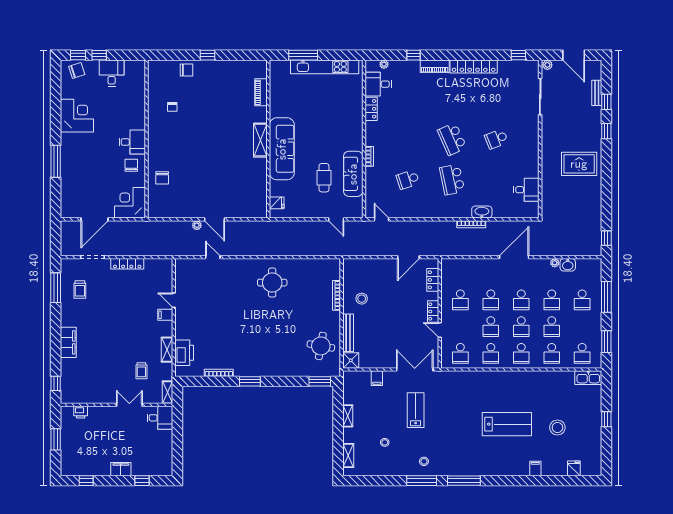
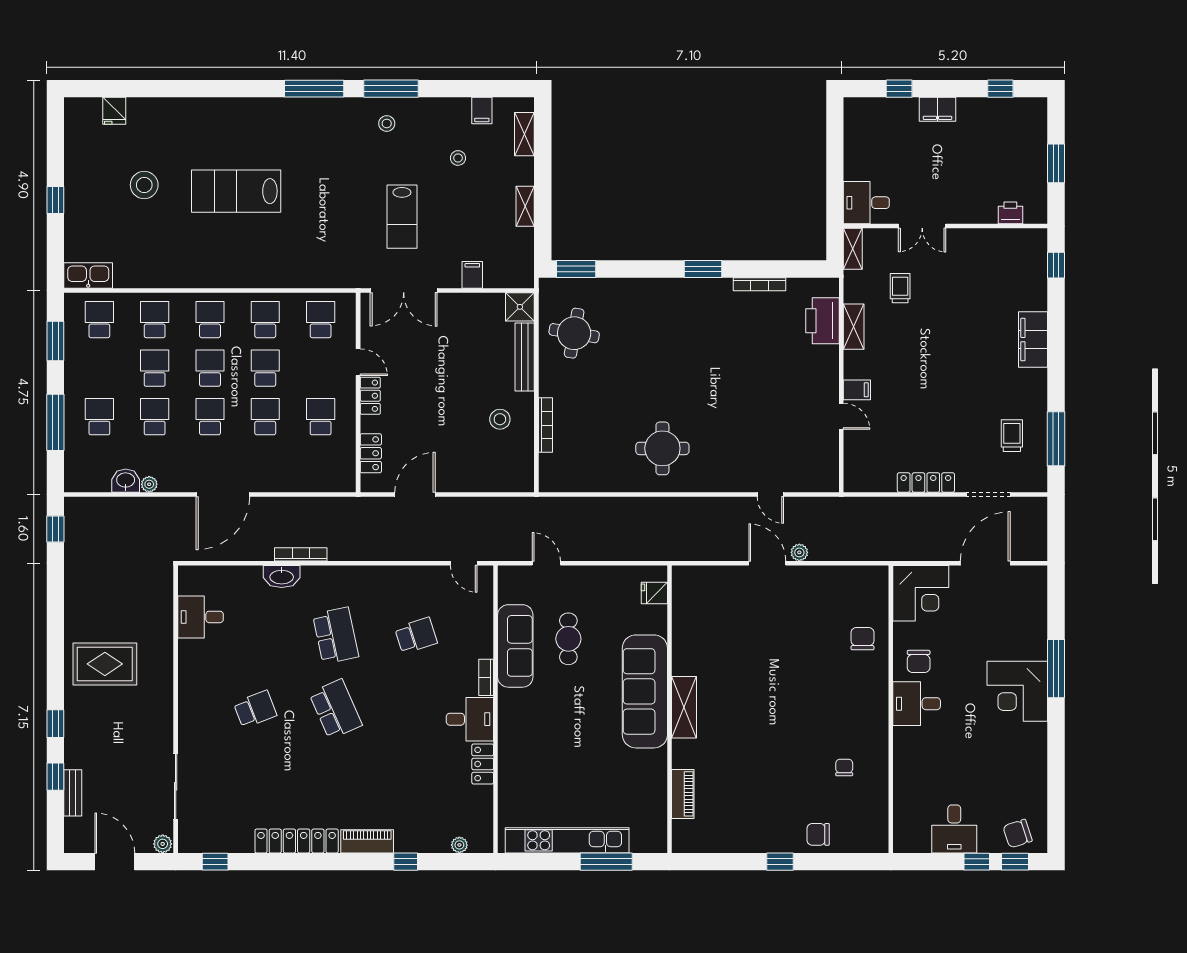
desk: (378, 84) -> (470, 719), moved
corner desk: (77, 116) -> (1017, 691), moved
filing cabinet: (535, 468) -> (482, 111), moved

